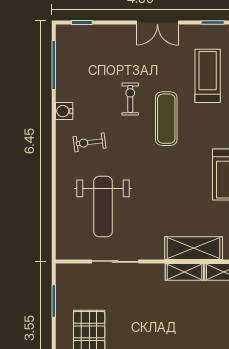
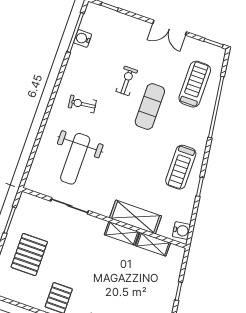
water cooler: (64, 111) -> (83, 38), moved

